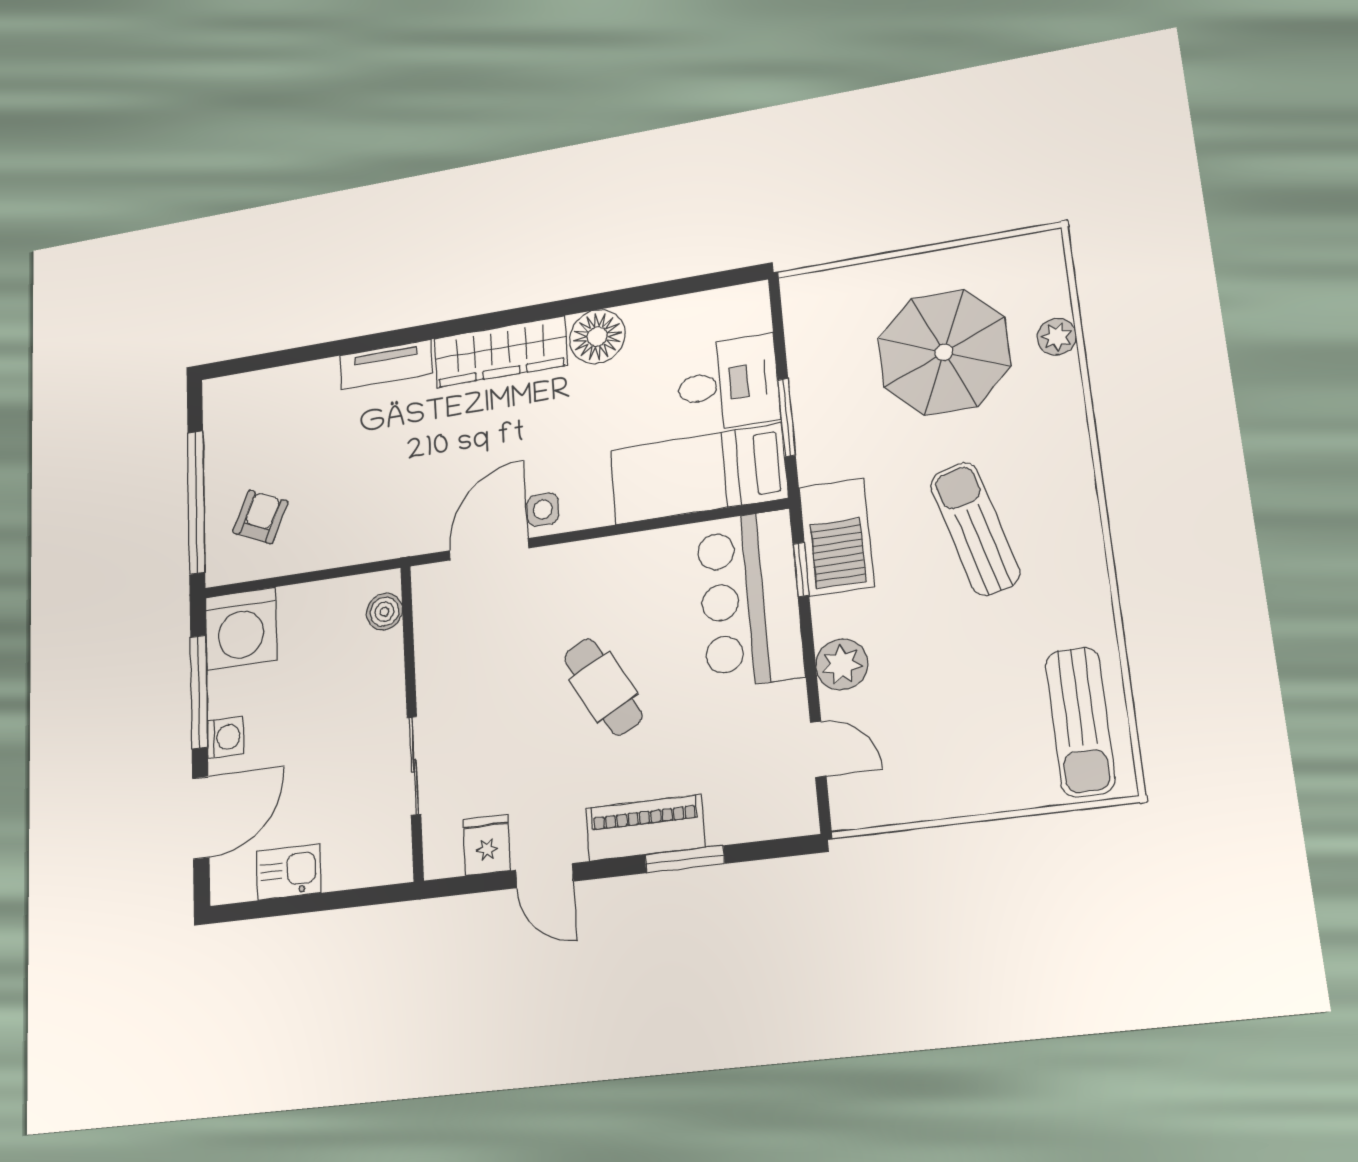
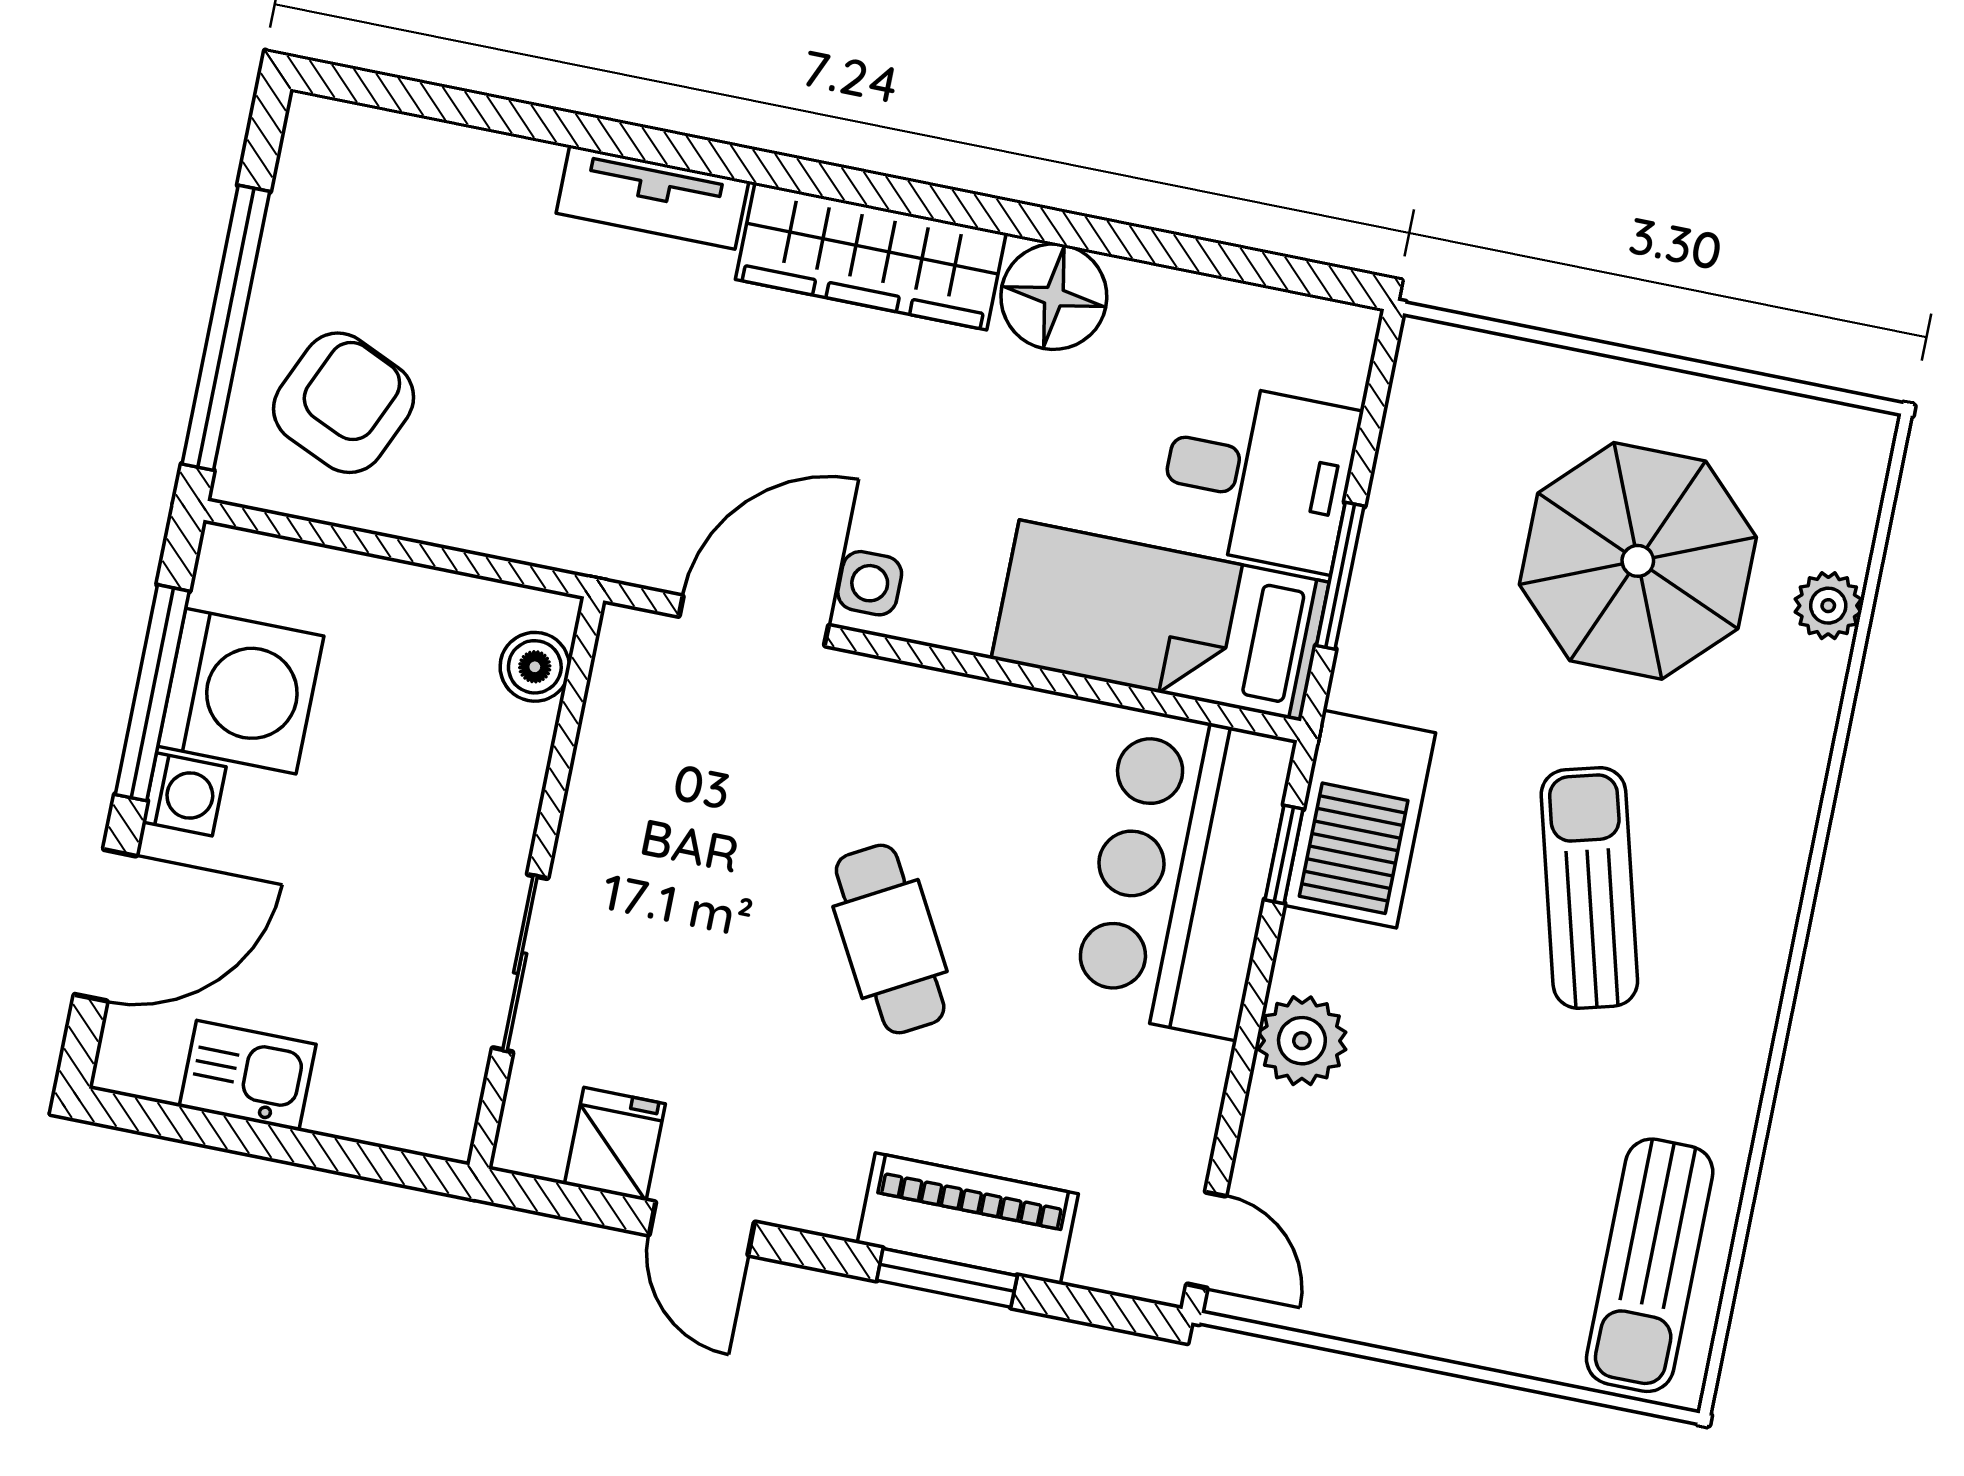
armchair: (260, 517) -> (344, 403), width x1.38, depth x1.38
washing machine: (241, 629) -> (241, 691), moved, turned -90
door: (818, 749) -> (1206, 1240), moved
piano: (645, 828) -> (968, 1219), moved

